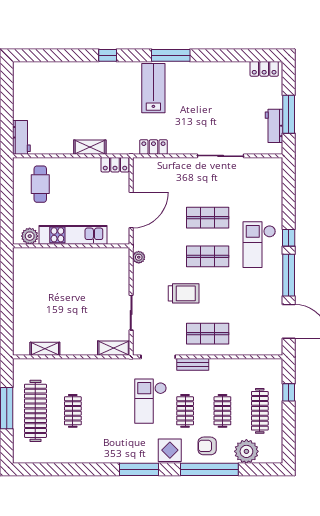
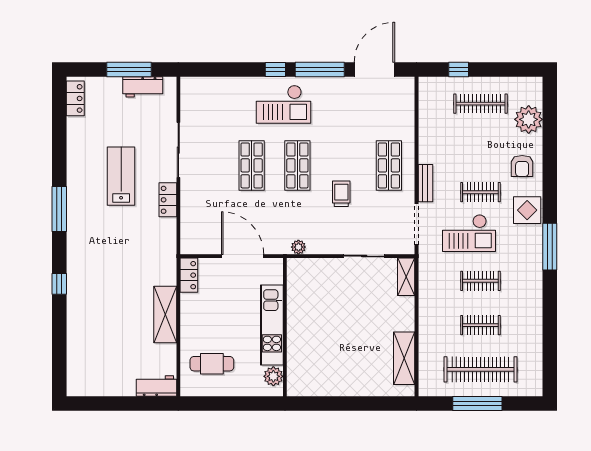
lab bench: (153, 88) -> (121, 176), moved, turned 90
shelving: (90, 147) -> (165, 315), width x1.50, depth x1.33
locker: (153, 147) -> (168, 200), moved
trolley: (184, 293) -> (341, 194), width x0.73, depth x0.72
shelving: (45, 349) -> (404, 358), width x1.50, depth x1.33
clothes rail: (222, 411) -> (480, 281), moved
window: (209, 469) -> (550, 163), removed

